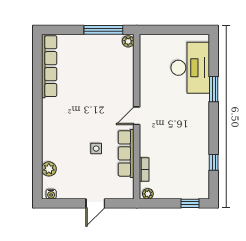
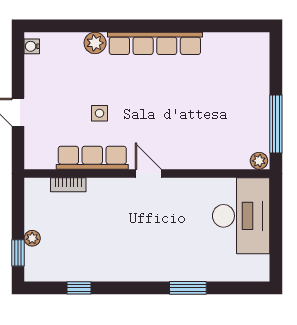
row of seats: (49, 66) -> (155, 43), moved
desk: (190, 68) -> (241, 216), moved, turned -90
plant: (49, 169) -> (95, 43), moved
plant: (148, 194) -> (32, 238), moved

